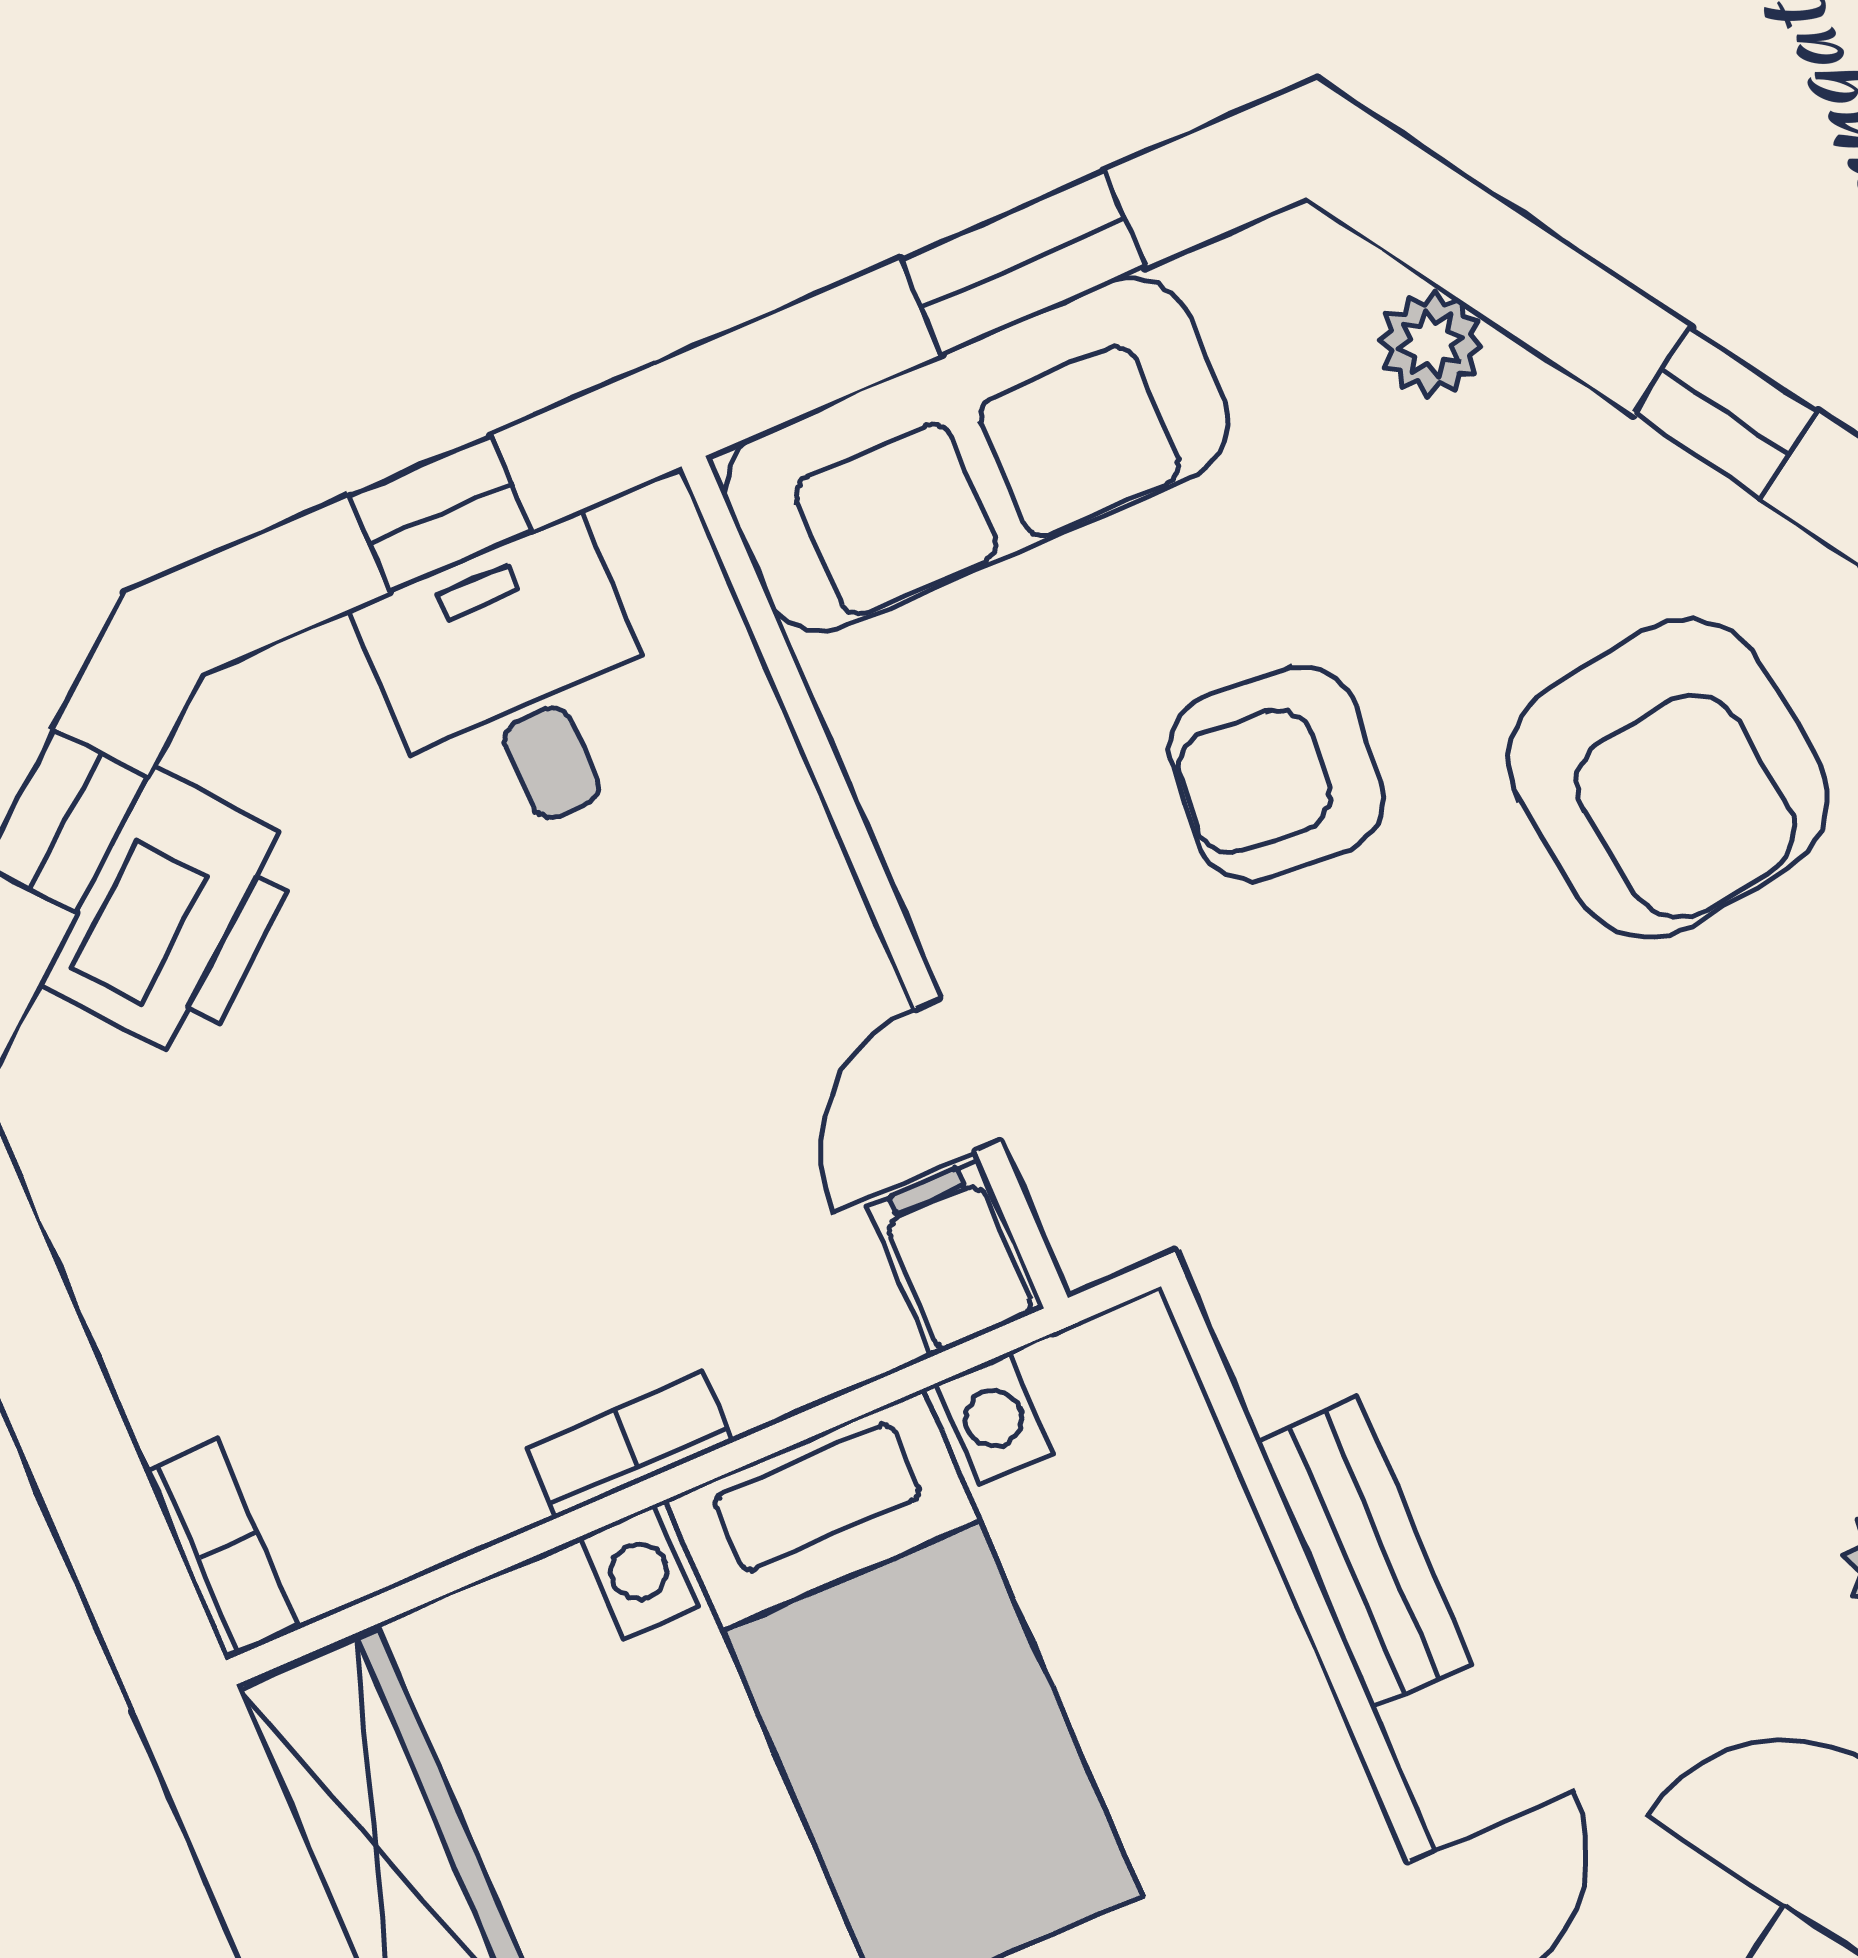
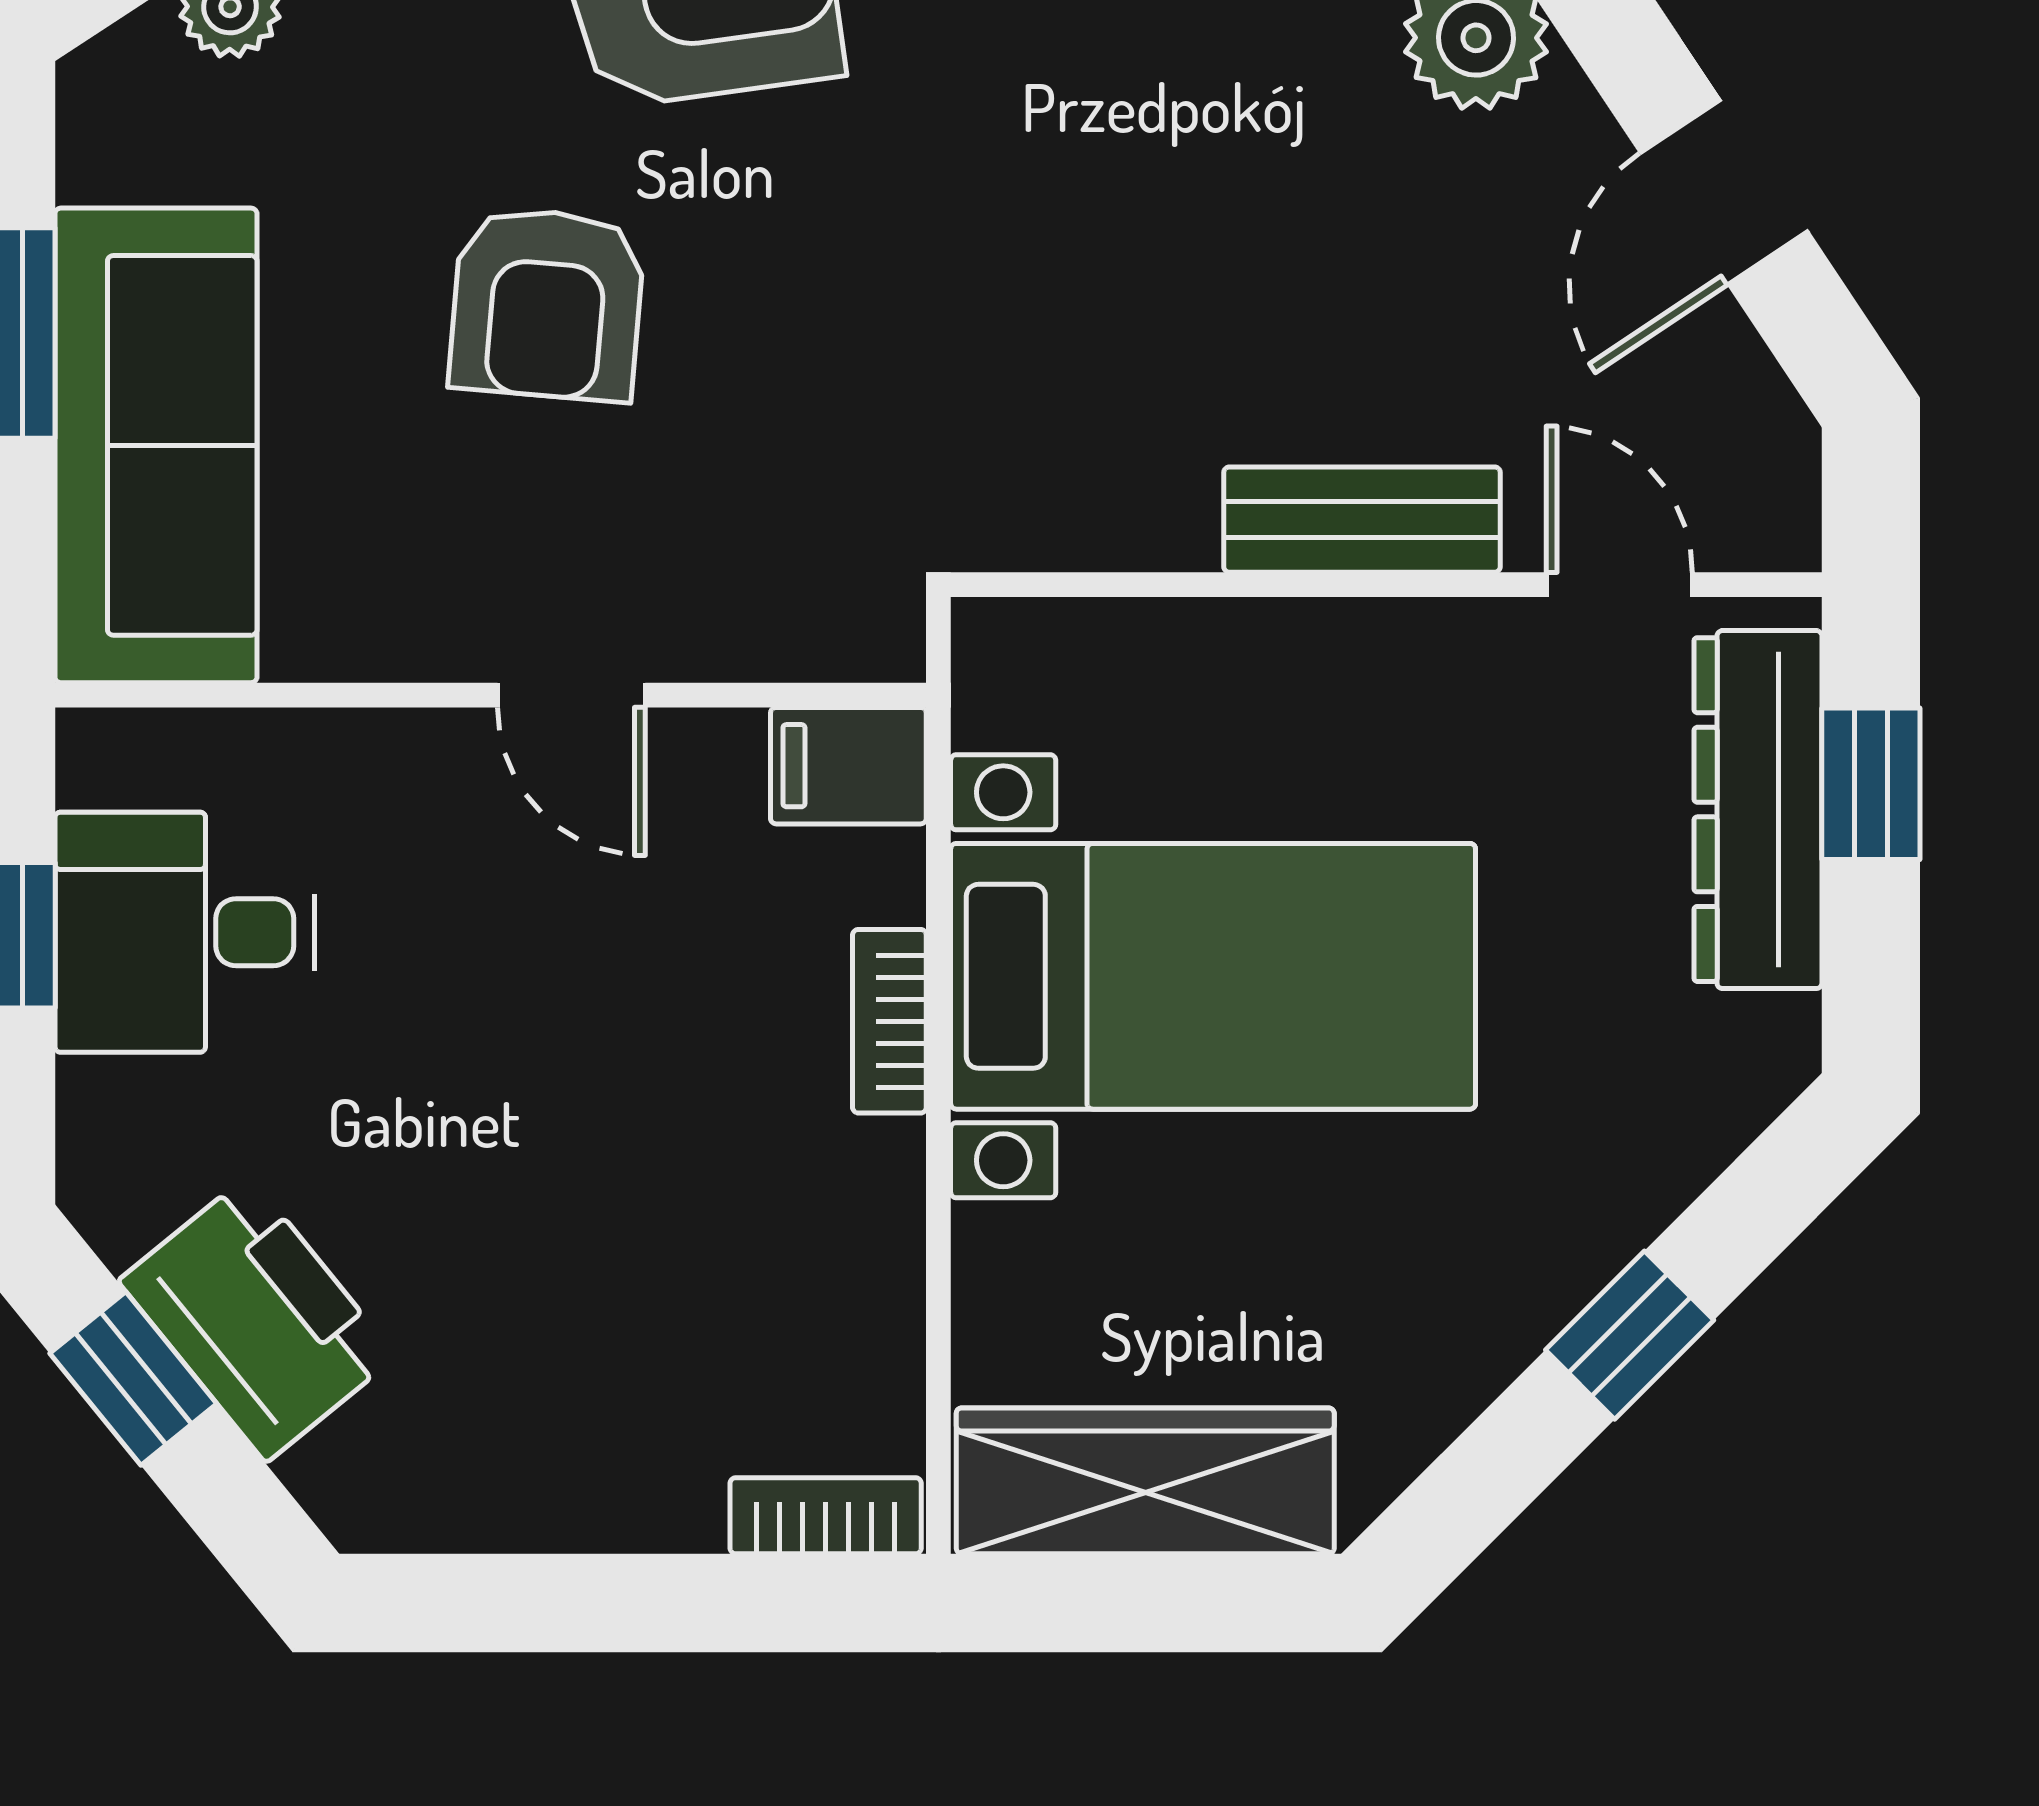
door: (958, 1075) -> (571, 695), moved
bookcase: (629, 1445) -> (889, 1021), moved
bench: (1365, 1553) -> (1362, 520), moved

